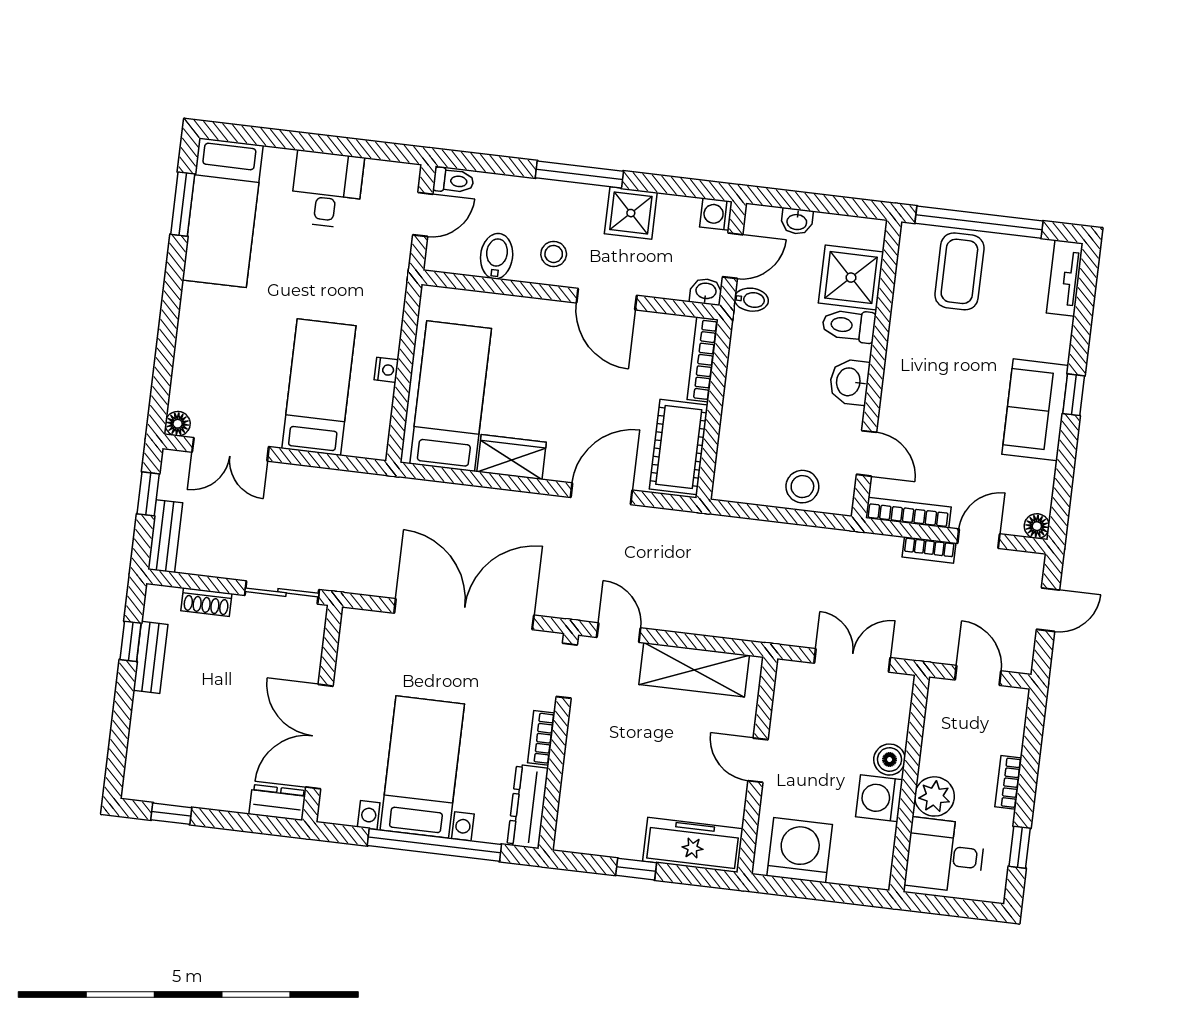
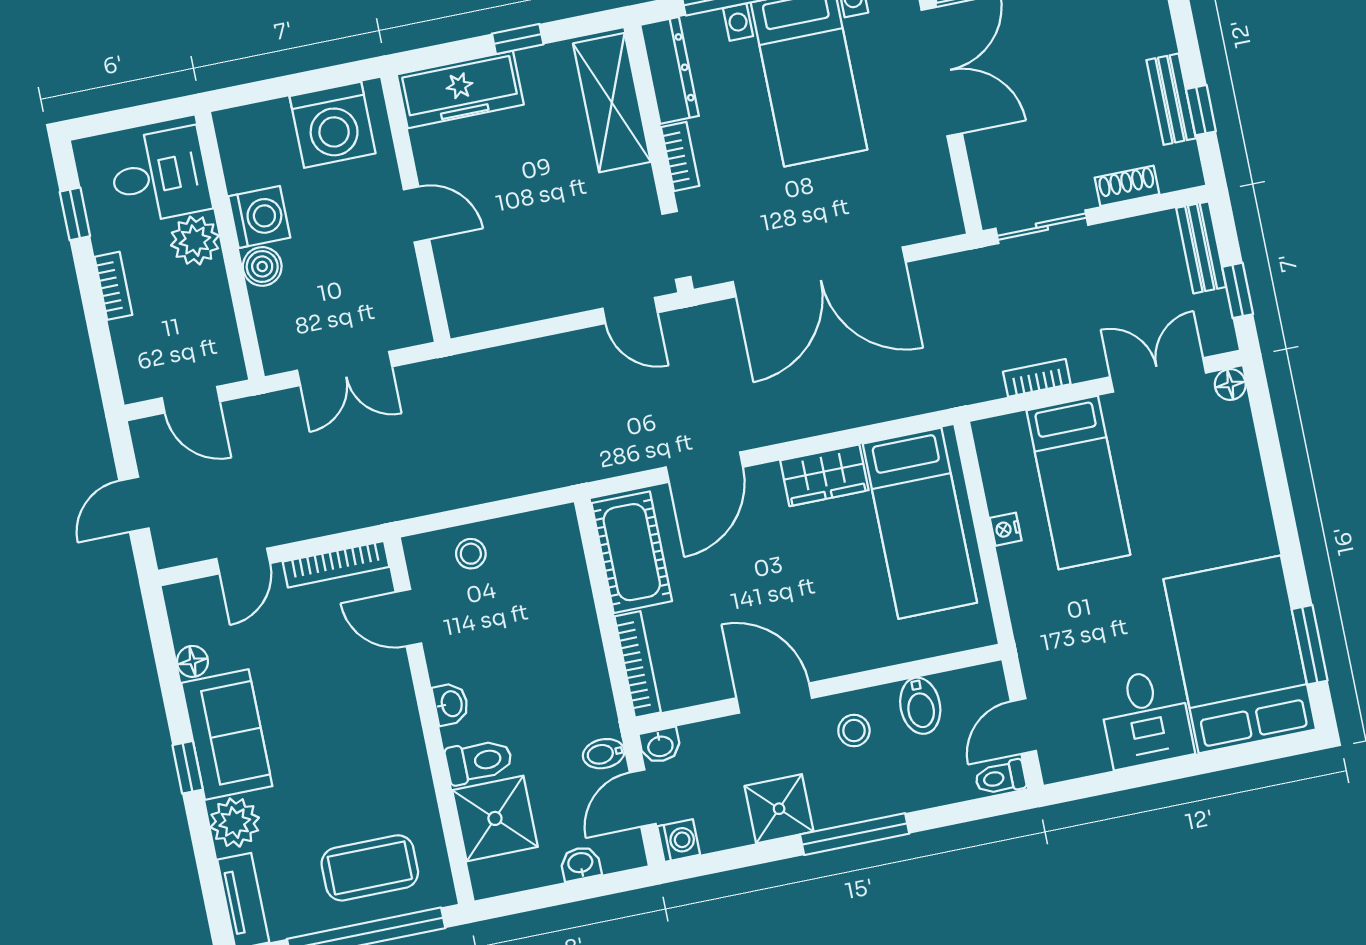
bed: (223, 213) -> (1240, 654), width x1.50
coffee table: (959, 271) -> (370, 868), turned 90
plant: (1051, 340) -> (235, 823), added
washbasin: (849, 382) -> (451, 704), width x0.72, depth x0.69
stool: (802, 487) -> (471, 554), width x0.73, depth x0.73
floor lamp: (1037, 526) -> (192, 661), moved
bookcase: (929, 550) -> (1037, 378), moved
shelving: (694, 670) -> (612, 103), moved, turned 90

